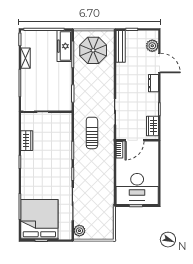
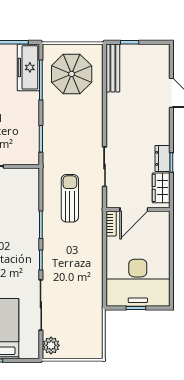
plant: (152, 46) -> (161, 67), removed
dresser: (153, 83) -> (162, 158), moved

